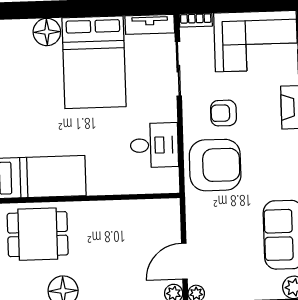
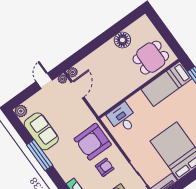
desk: (154, 145) -> (123, 118), moved, turned 90

